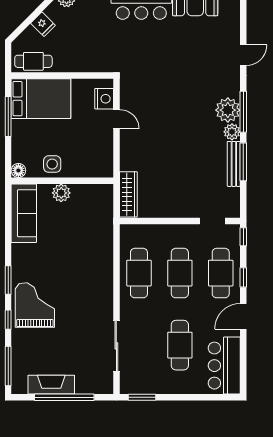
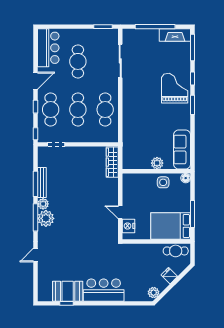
grand piano: (35, 305) -> (175, 88), turned 180
fireplace: (51, 385) -> (175, 35), moved

